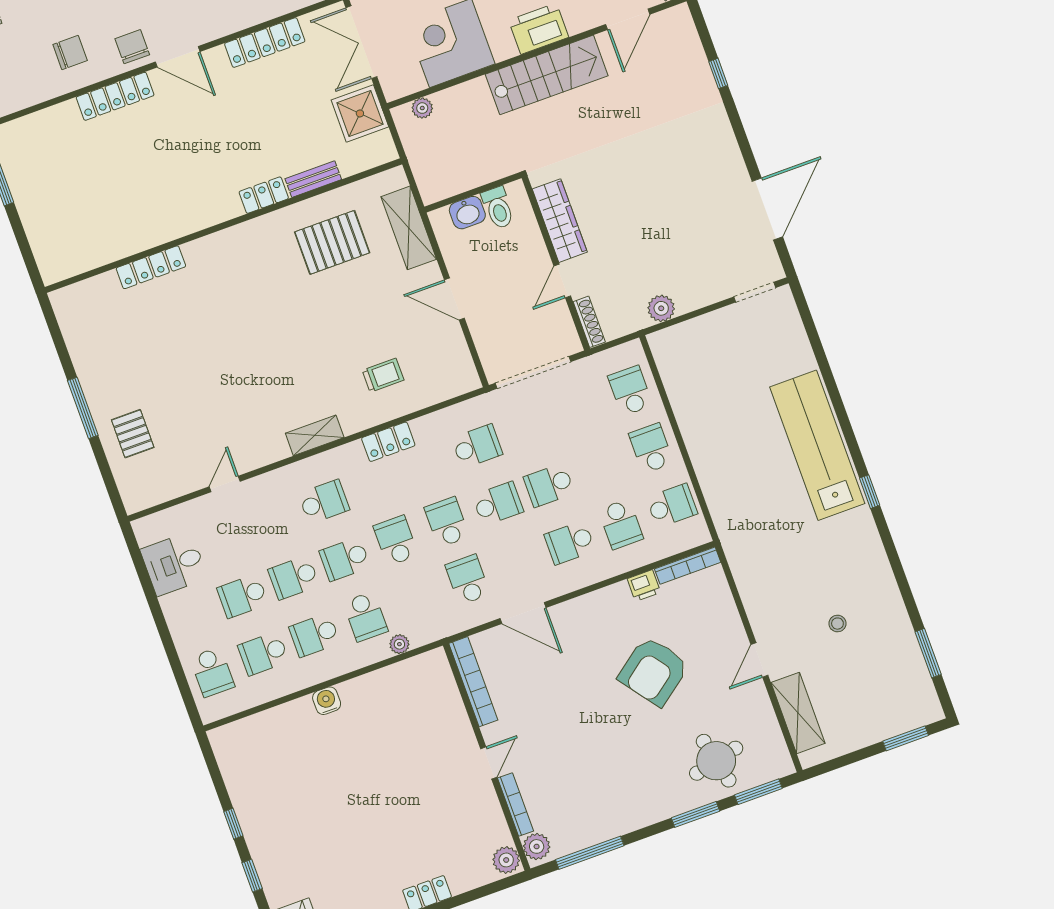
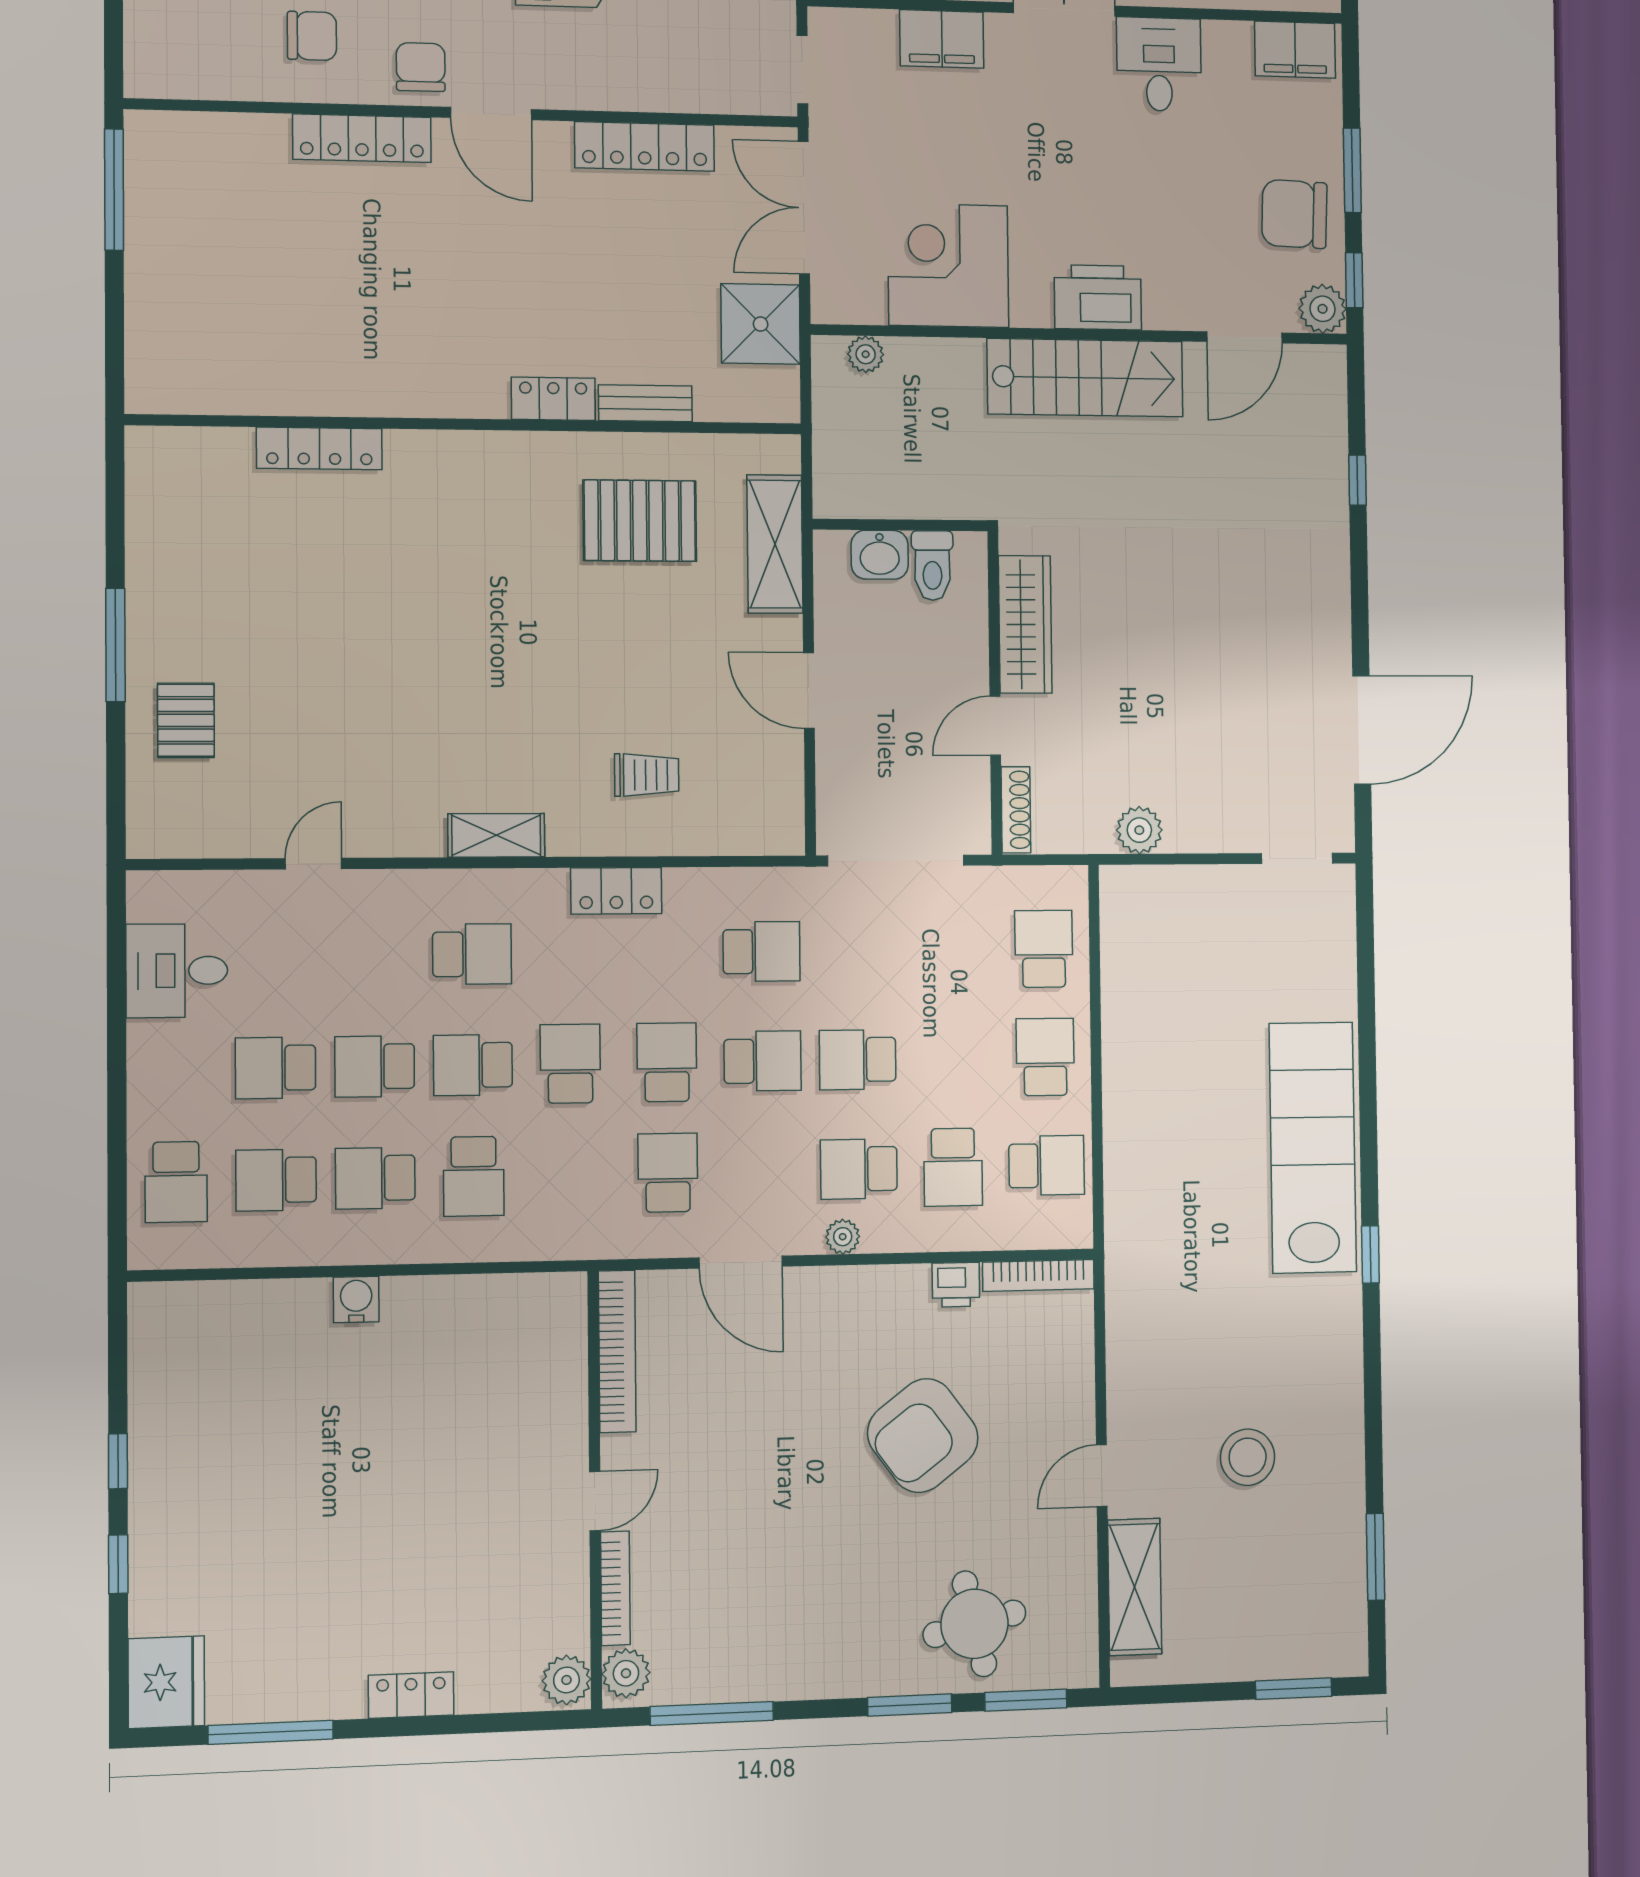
stool: (837, 624) -> (1248, 1457), width x1.89, depth x1.89
plant: (399, 644) -> (843, 1237), moved

